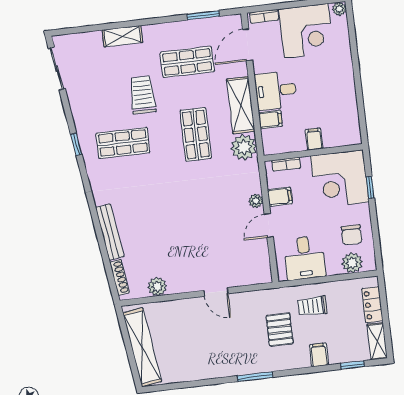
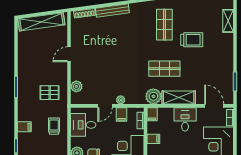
shelving: (122, 36) -> (228, 21), moved
shop shelf: (187, 62) -> (208, 69), removed
filing cabinet: (270, 119) -> (152, 114), moved
door: (269, 226) -> (105, 106), swing flipped
plant: (157, 287) -> (76, 86), moved
door: (216, 292) -> (69, 54), moved
pallet: (280, 330) -> (50, 93), moved

